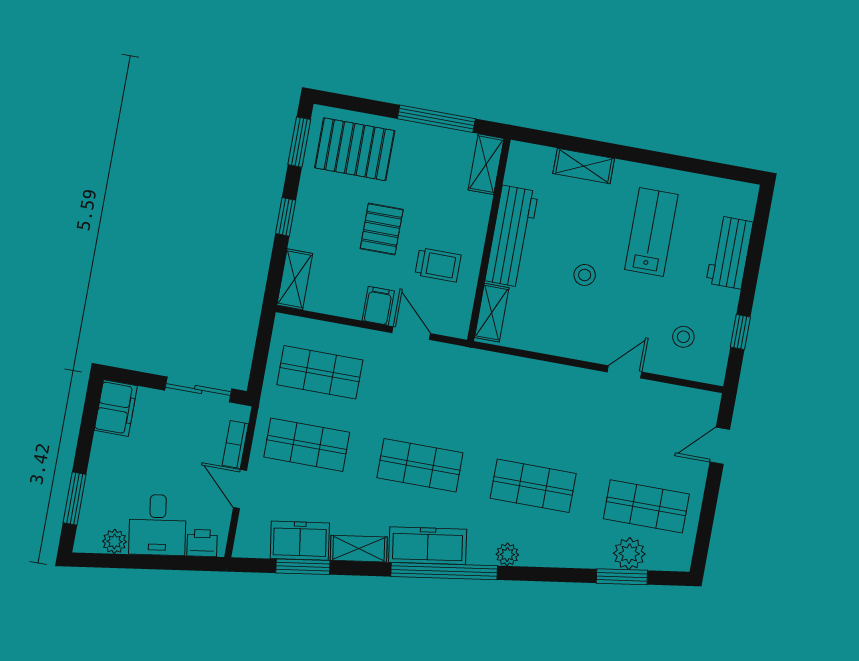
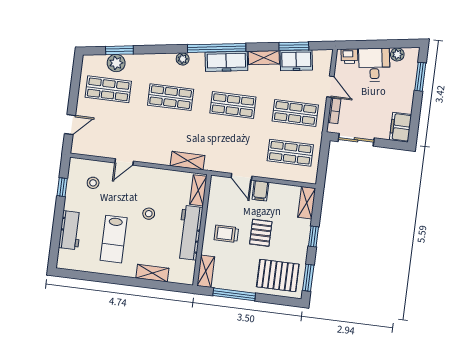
trolley: (438, 265) -> (226, 234), moved
shelving: (508, 368) -> (188, 161), added

